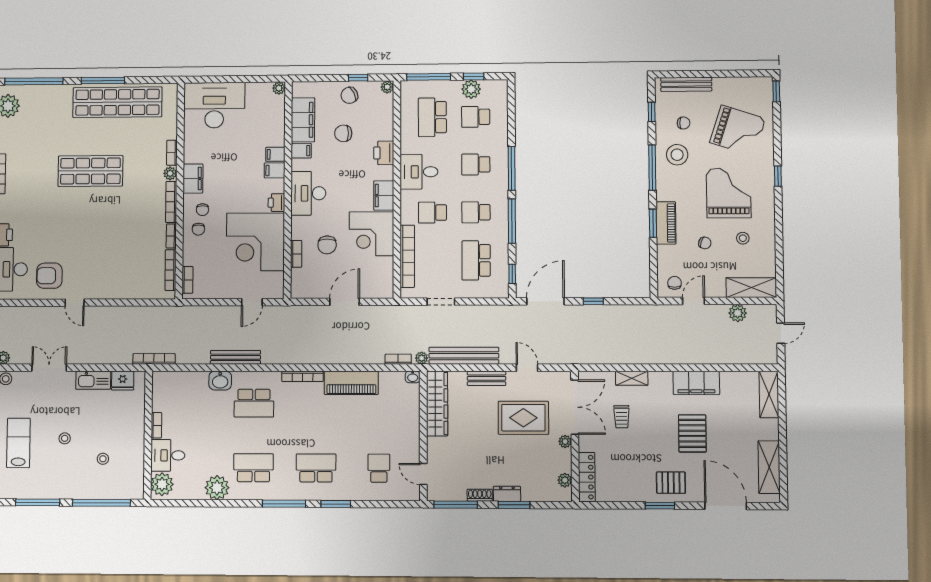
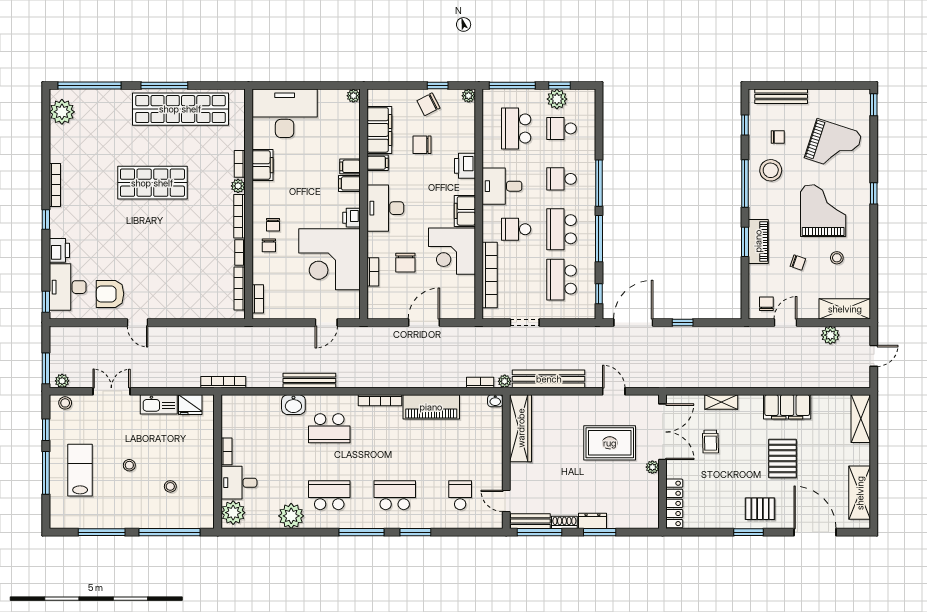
filing cabinet: (193, 179) -> (262, 165), moved
school desk: (476, 212) -> (562, 229), width x1.85
bench: (487, 378) -> (530, 521), moved
plant: (565, 480) -> (652, 507), removed

